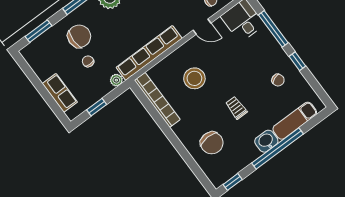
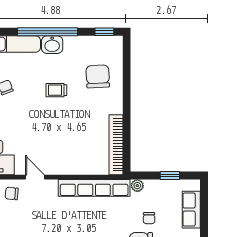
stool: (194, 78) -> (73, 140), removed
trolley: (236, 108) -> (56, 90), turned 90

